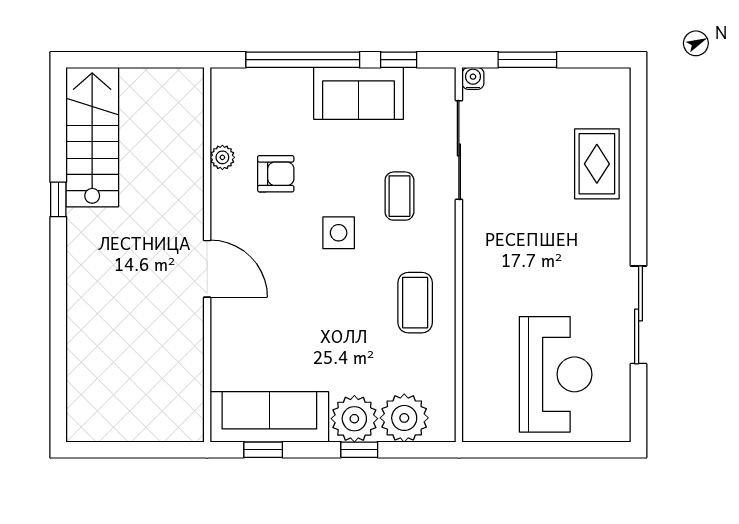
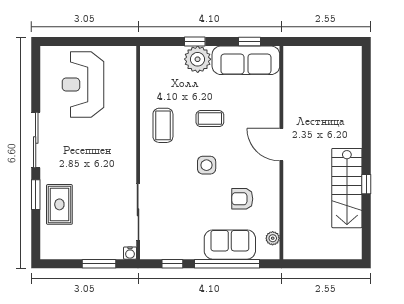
sofa: (359, 93) -> (230, 245), moved
stairs: (92, 137) -> (347, 188), moved
plant: (222, 157) -> (273, 238), moved
window: (639, 181) -> (36, 195), added
coffee table: (399, 196) -> (210, 119), moved, turned 90
sliding door: (639, 315) -> (36, 140), moved
plant: (404, 418) -> (169, 60), removed

